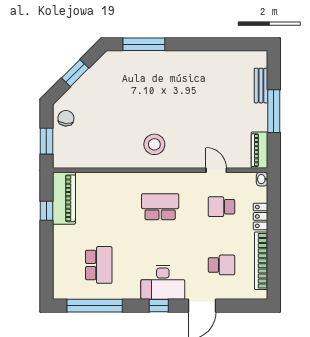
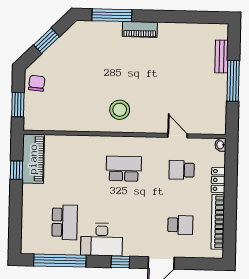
piano: (259, 150) -> (140, 29), moved, turned -90
desk: (163, 282) -> (102, 240), moved

